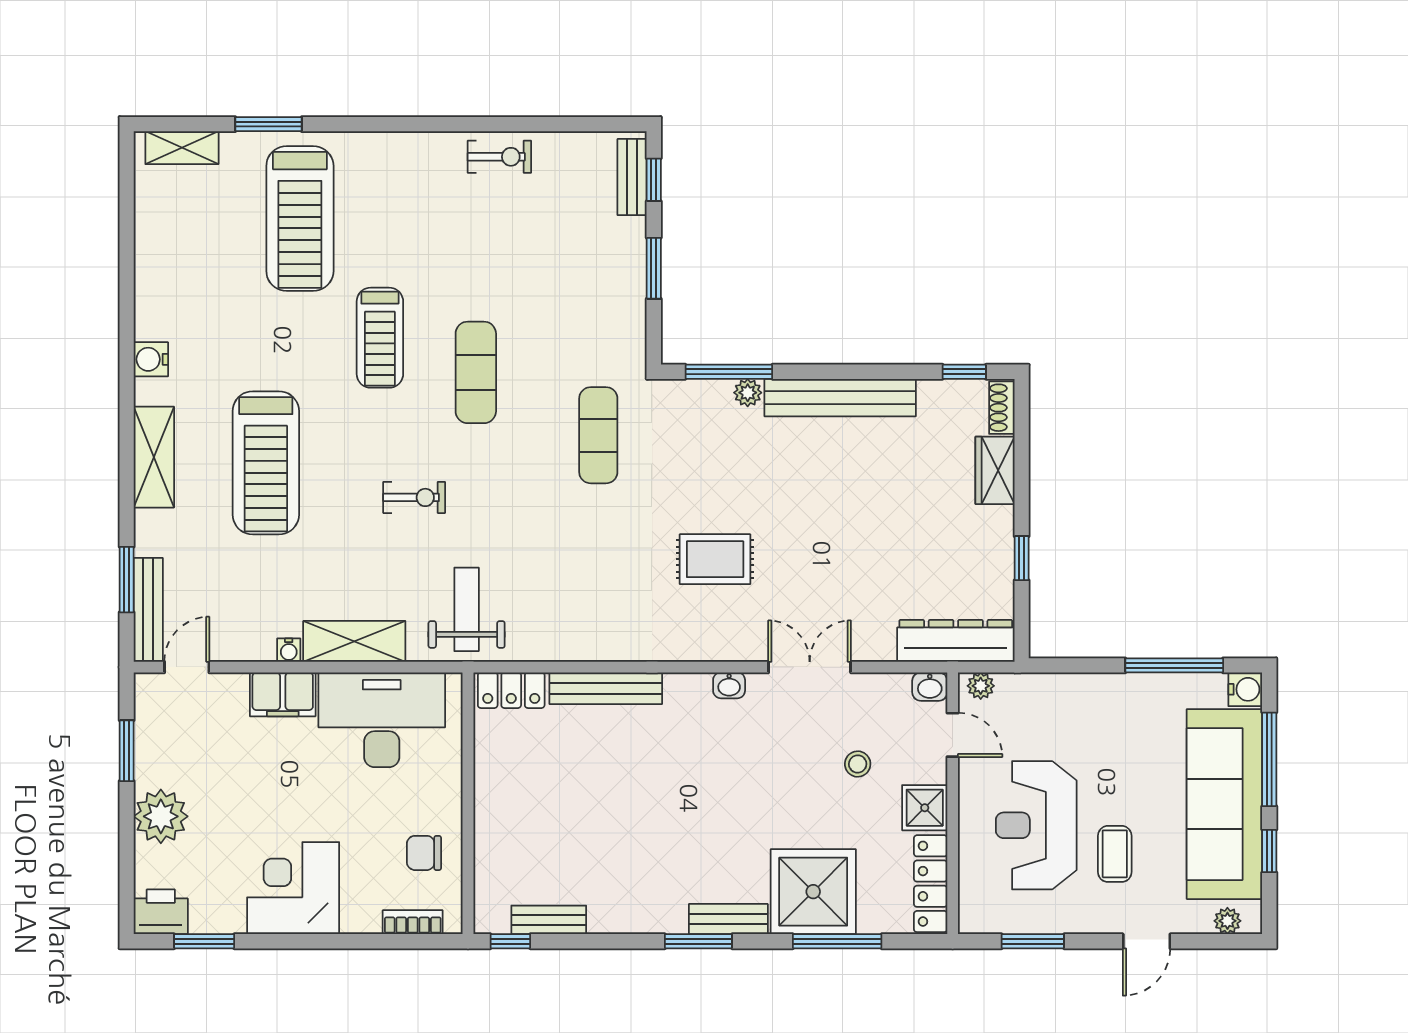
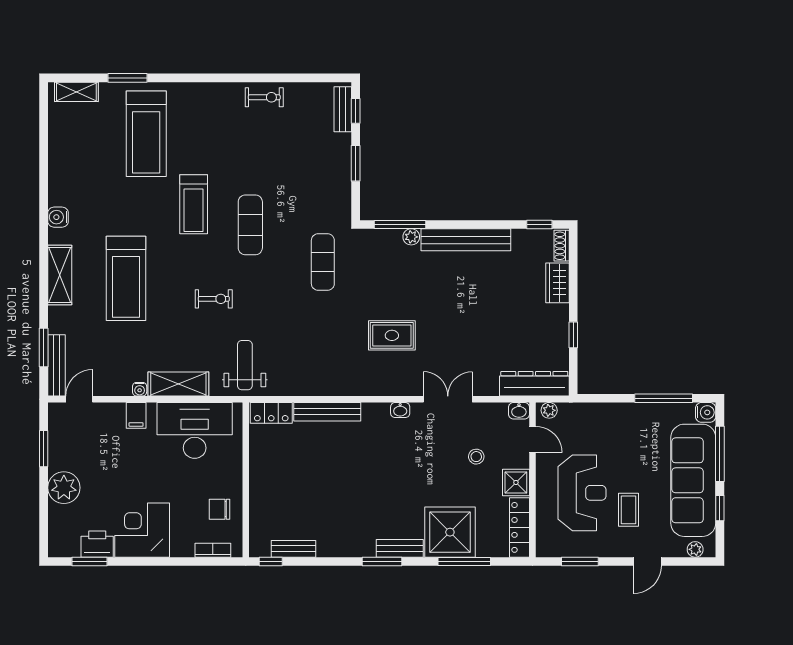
filing cabinet: (283, 694) -> (136, 415), width x0.50
reception desk: (1036, 825) -> (582, 493), turned 180
printer: (161, 912) -> (97, 544), moved

